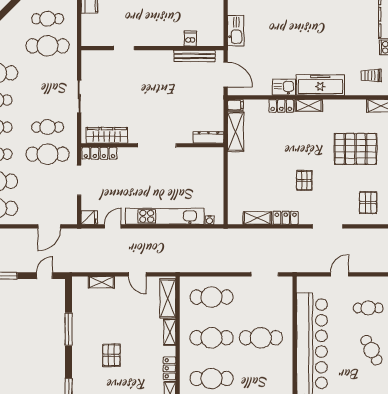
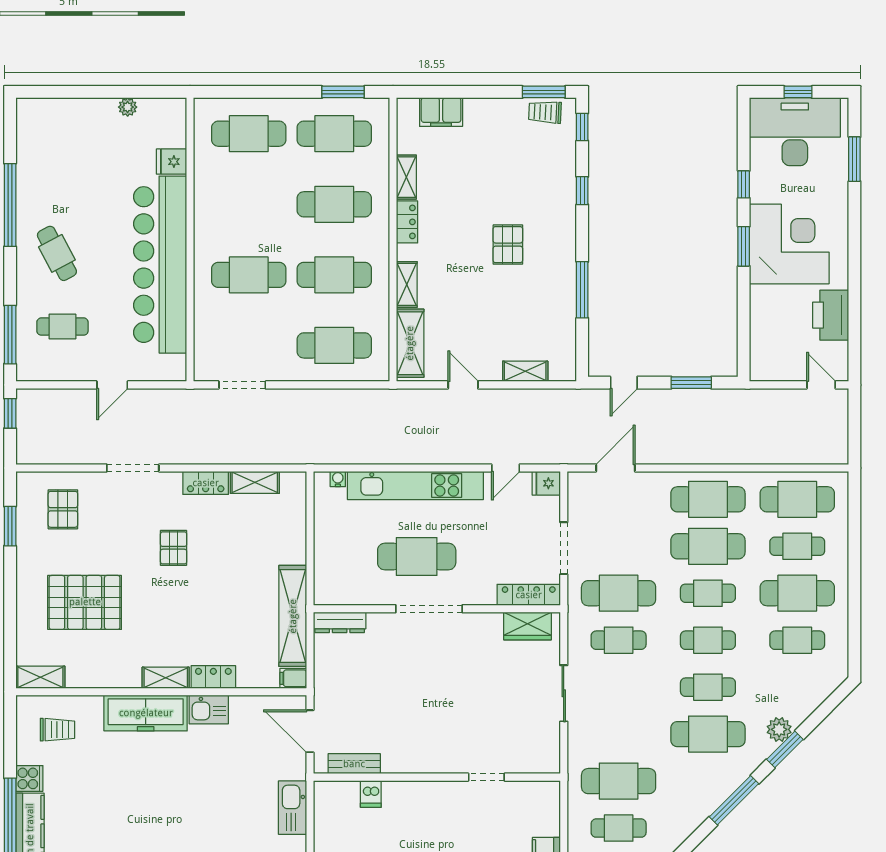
bench: (195, 56) -> (354, 764), width x0.73
shelving: (235, 132) -> (293, 616), width x1.47
wardrobe: (107, 135) -> (528, 626), width x0.67
cafe table: (164, 175) -> (417, 557), added

